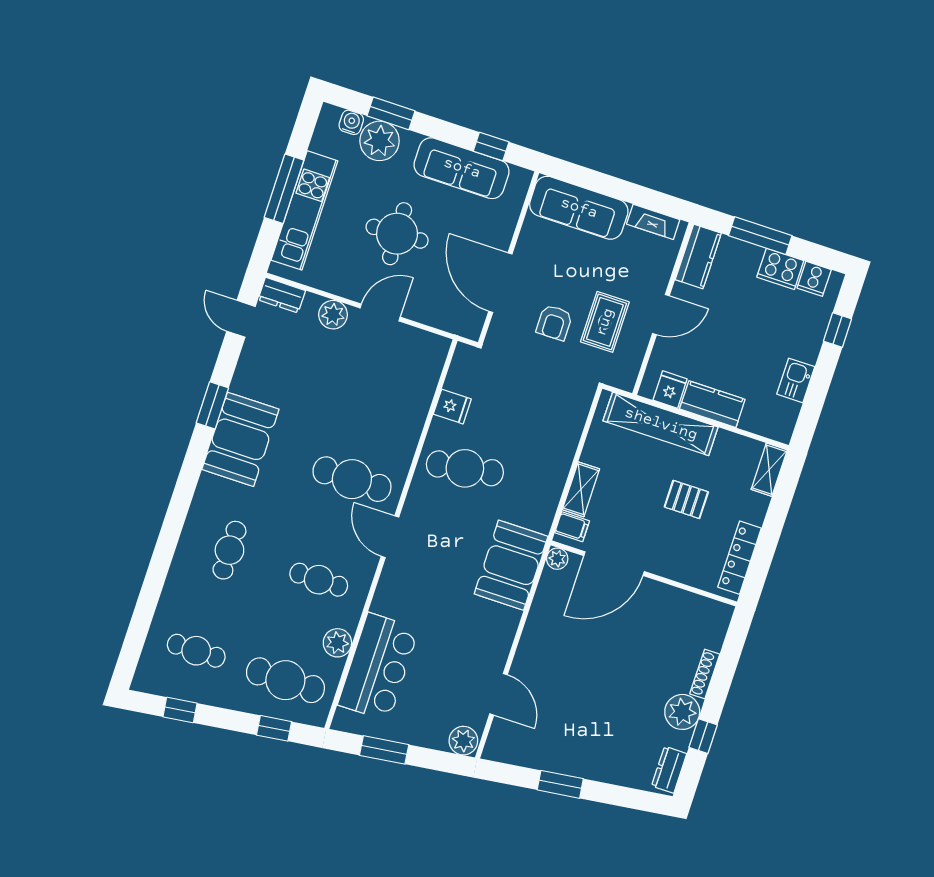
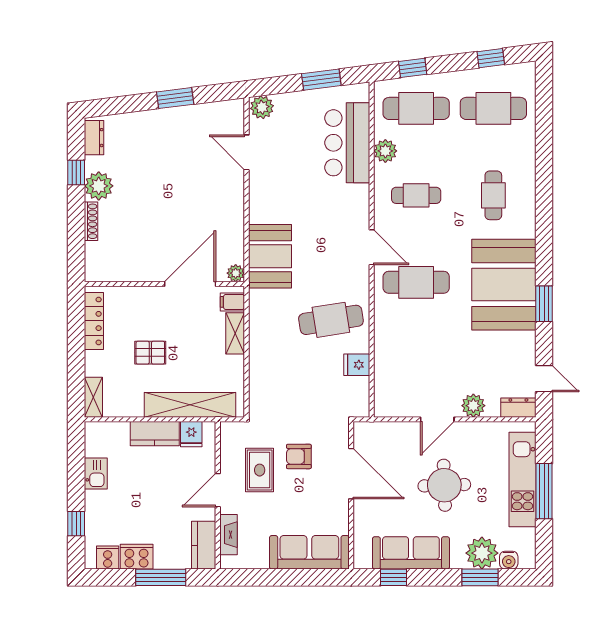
fireplace: (653, 222) -> (228, 535), moved, turned 90
armchair: (554, 323) -> (299, 456), turned -90
booth: (240, 439) -> (504, 285), width x1.36, depth x1.42
cafe table: (196, 651) -> (493, 108), width x1.37, depth x1.35

